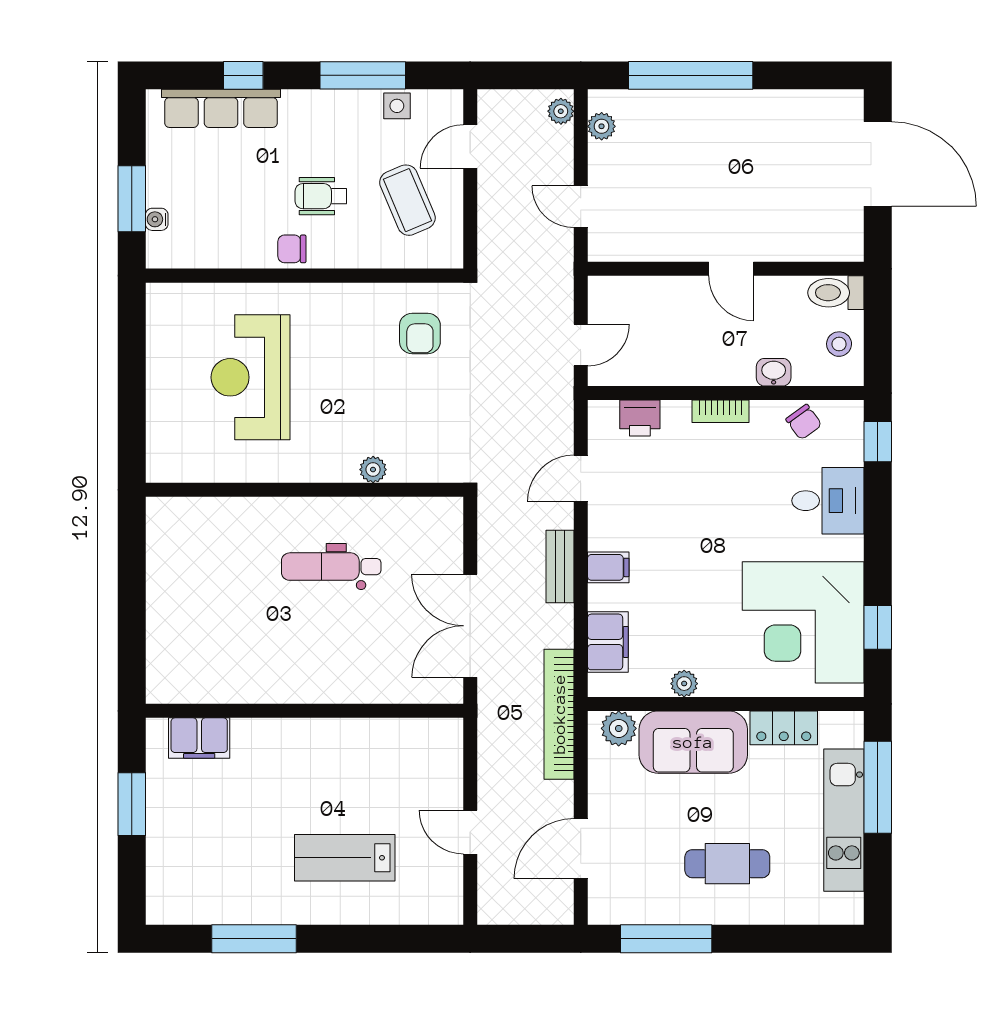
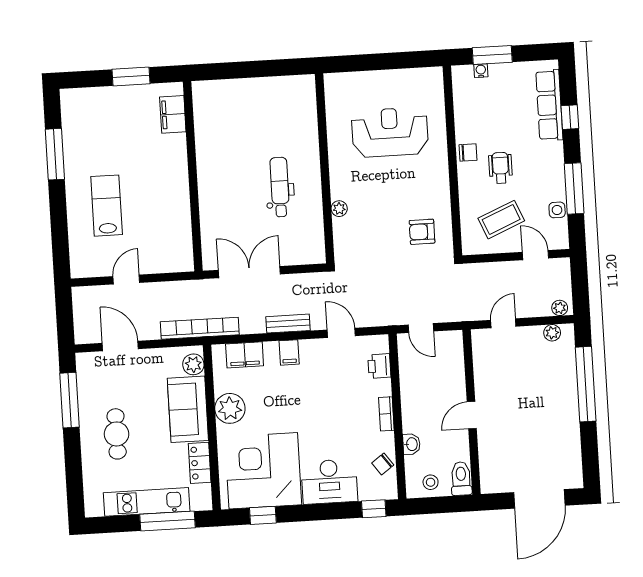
chair: (292, 249) -> (468, 152), turned 90
desk: (828, 501) -> (329, 482), width x1.37
plant: (684, 684) -> (230, 408), width x1.88, depth x1.88

